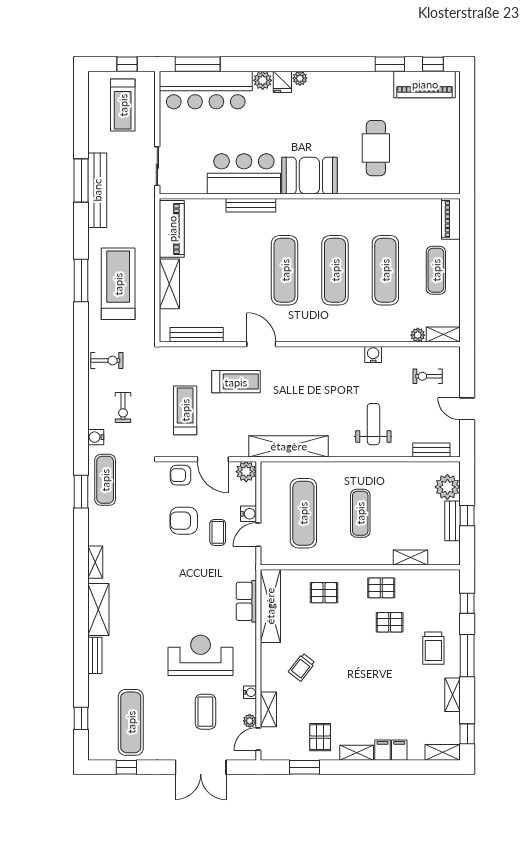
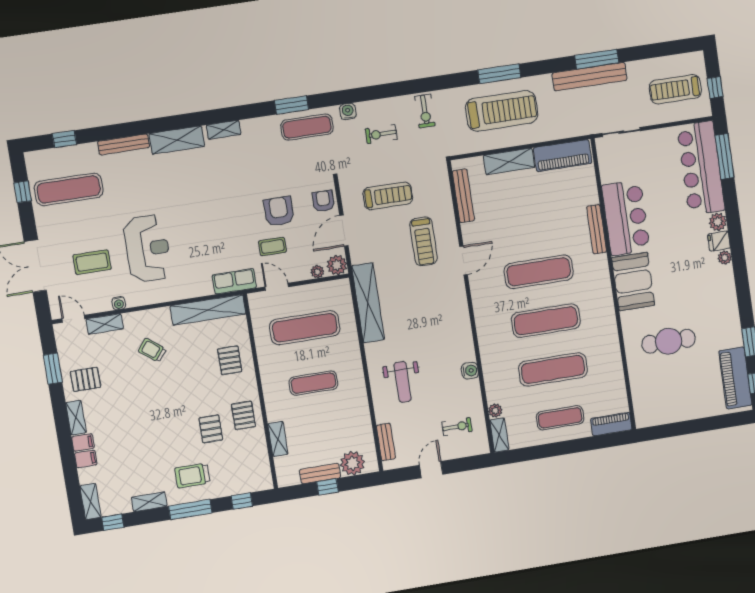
exercise bike: (428, 376) -> (457, 427), turned 90
weight bench: (373, 424) -> (403, 382), turned 90
water cooler: (248, 514) -> (296, 274), removed
row of seats: (246, 601) -> (234, 281), moved
bench: (95, 655) -> (124, 144), width x1.36
plant: (250, 721) -> (317, 272), moved

